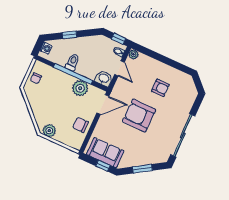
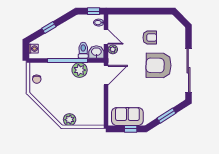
plant: (133, 54) -> (113, 49), moved
toilet: (73, 62) -> (83, 50), moved
armchair: (139, 116) -> (159, 65), moved
chair: (80, 125) -> (95, 102), removed

